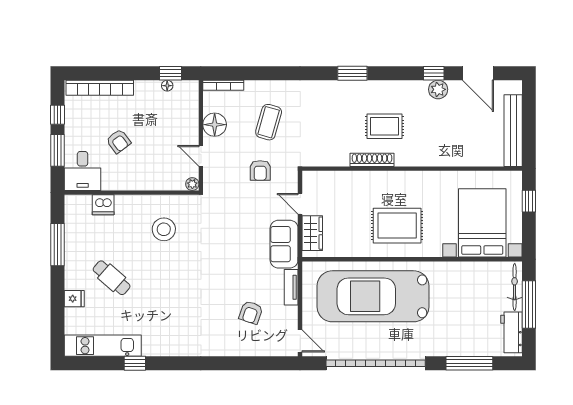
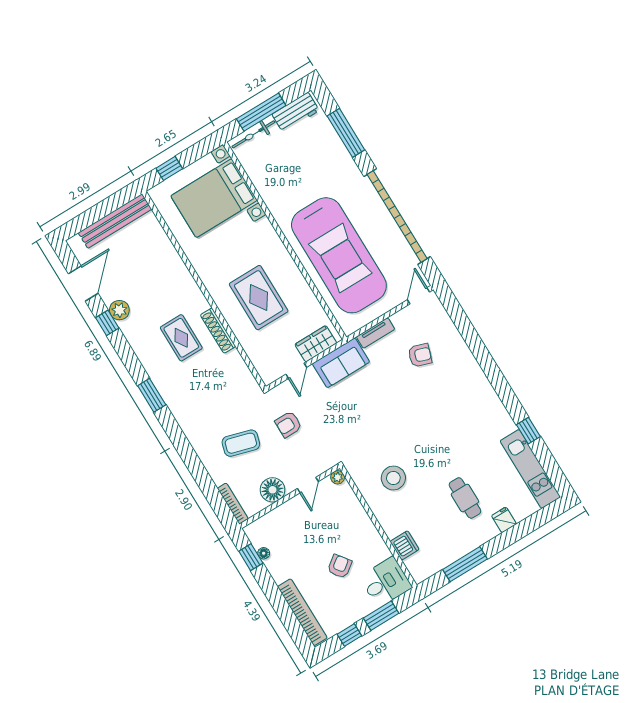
armchair: (260, 170) -> (288, 424), turned 180
rug: (397, 226) -> (259, 298), moved
cafe table: (112, 278) -> (465, 498), turned -41

